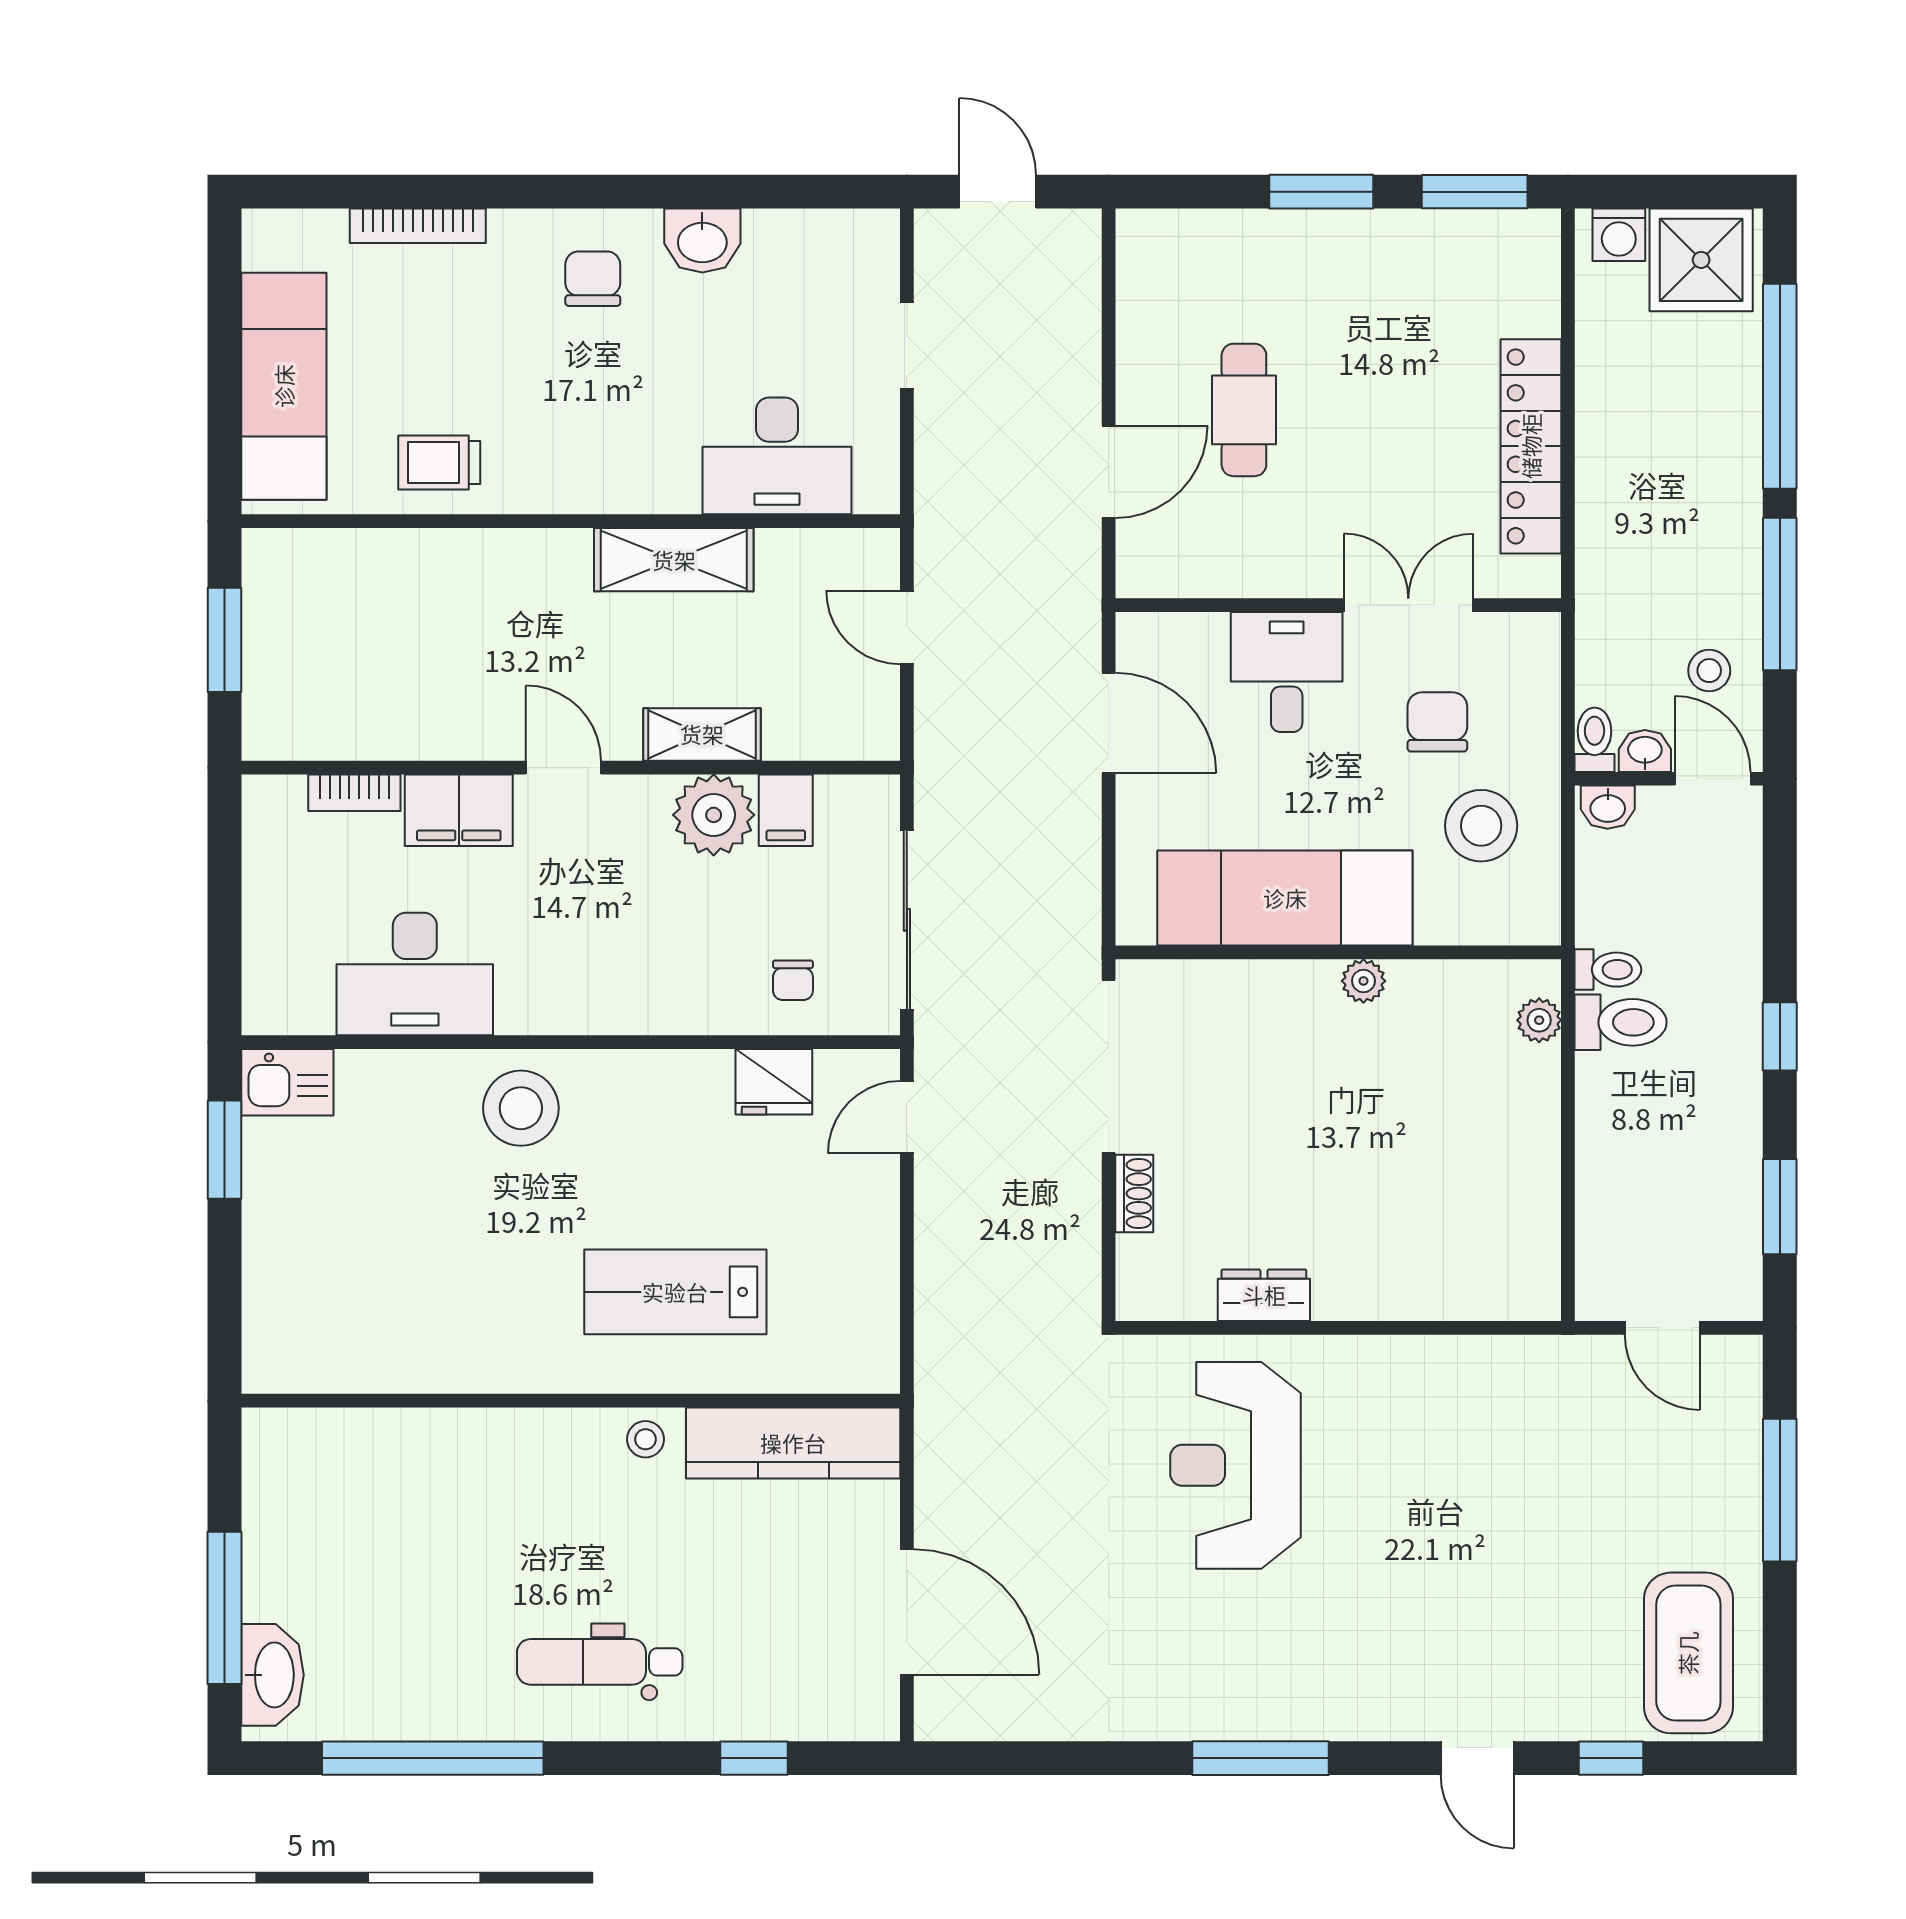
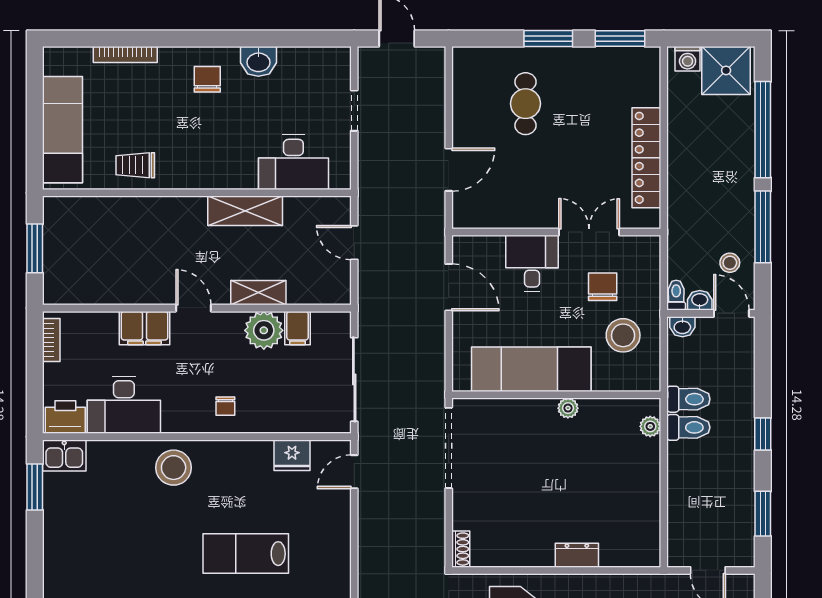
cafe table: (1244, 410) -> (526, 104), moved
bookcase: (354, 793) -> (51, 340), moved, turned -90
toilet: (1608, 970) -> (688, 399), width x1.37, depth x1.39
chair: (793, 980) -> (225, 406), moved
printer: (290, 1000) -> (65, 417), added
shoe rack: (1134, 1193) -> (461, 549), moved
dresser: (1264, 1295) -> (577, 555), moved

